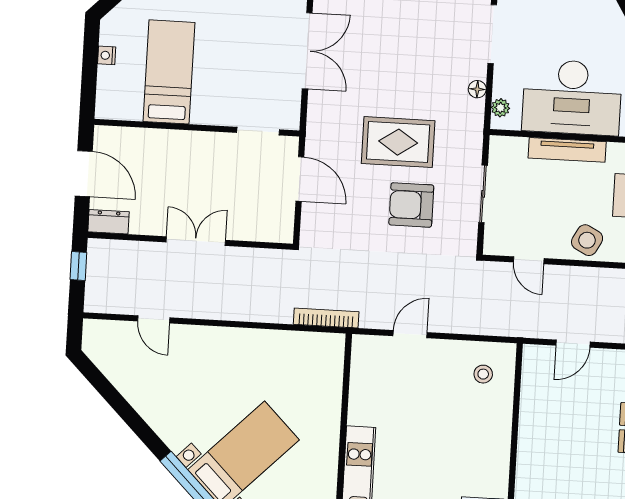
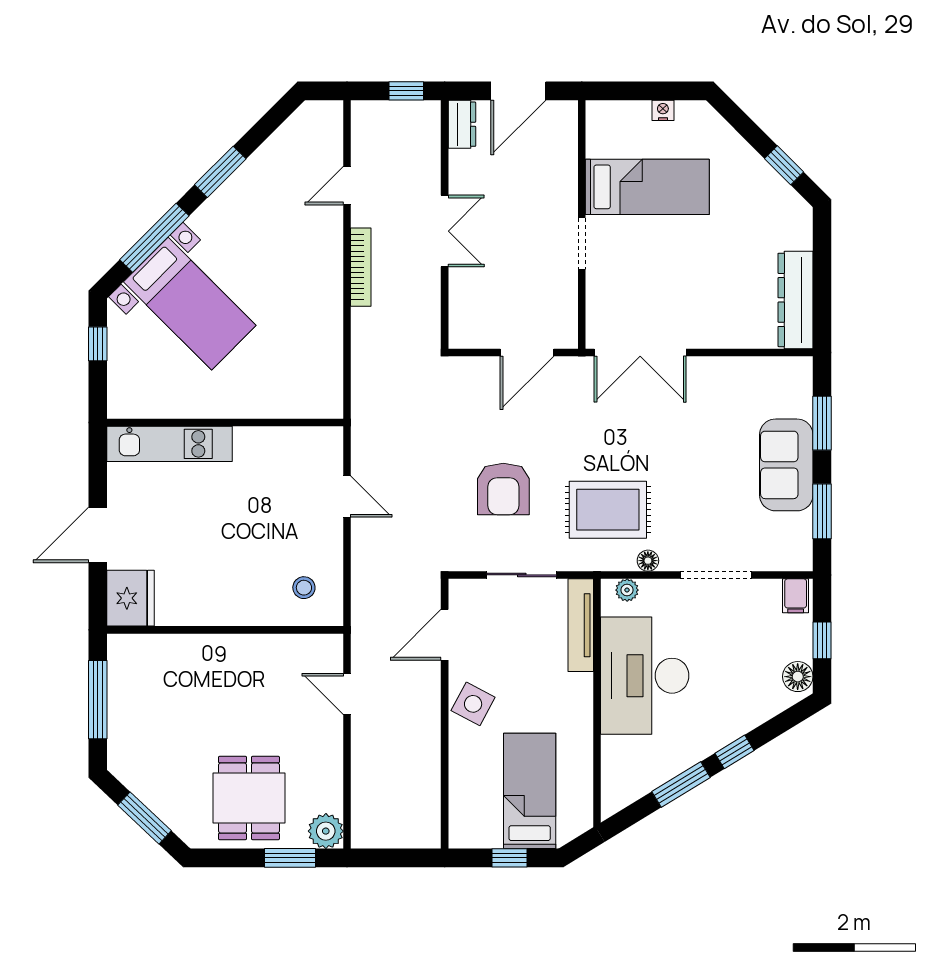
double door: (307, 51) -> (640, 352), moved
doorway: (258, 131) -> (582, 244), moved
rug: (398, 142) -> (608, 510), moved, turned 90
tv unit: (567, 150) -> (581, 625), moved
armchair: (411, 205) -> (503, 489), turned 180
door: (529, 260) -> (445, 635), width x1.38
bookcase: (326, 318) -> (361, 267), moved
window: (136, 423) -> (220, 172), added

